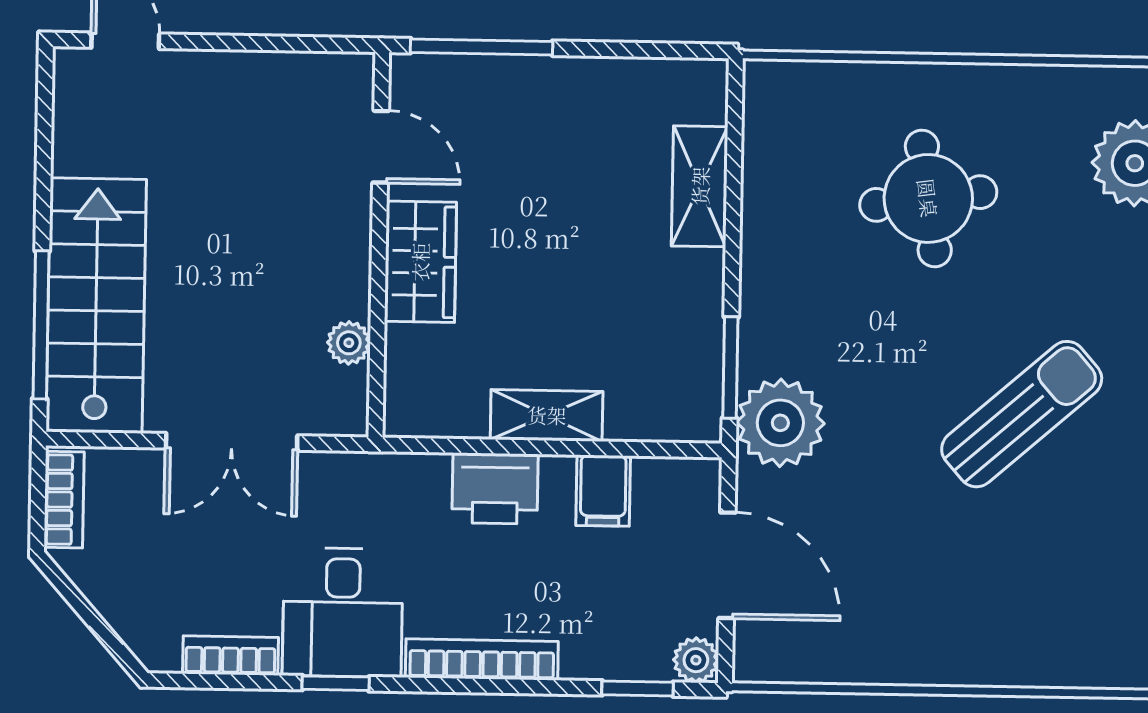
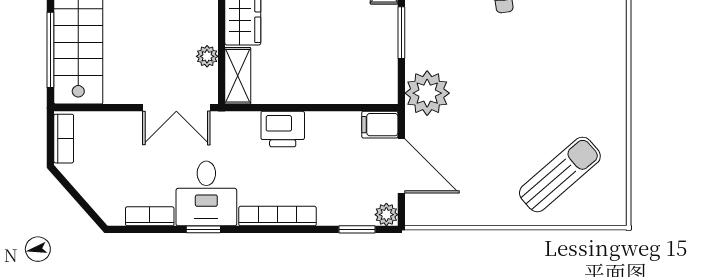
window: (730, 367) -> (401, 33), moved
sun lounger: (1022, 414) -> (560, 174), moved
shelving: (547, 415) -> (238, 76), moved, turned 90
double door: (232, 442) -> (176, 108), moved
filing cabinet: (603, 491) -> (380, 125), moved, turned 90

